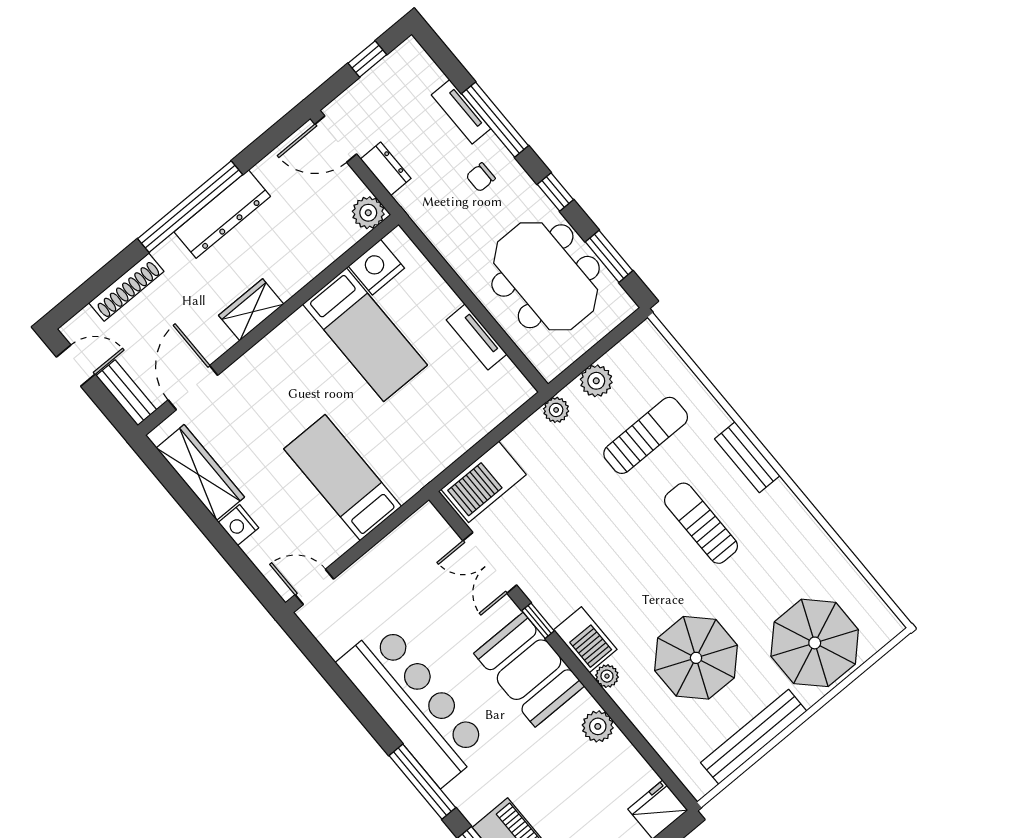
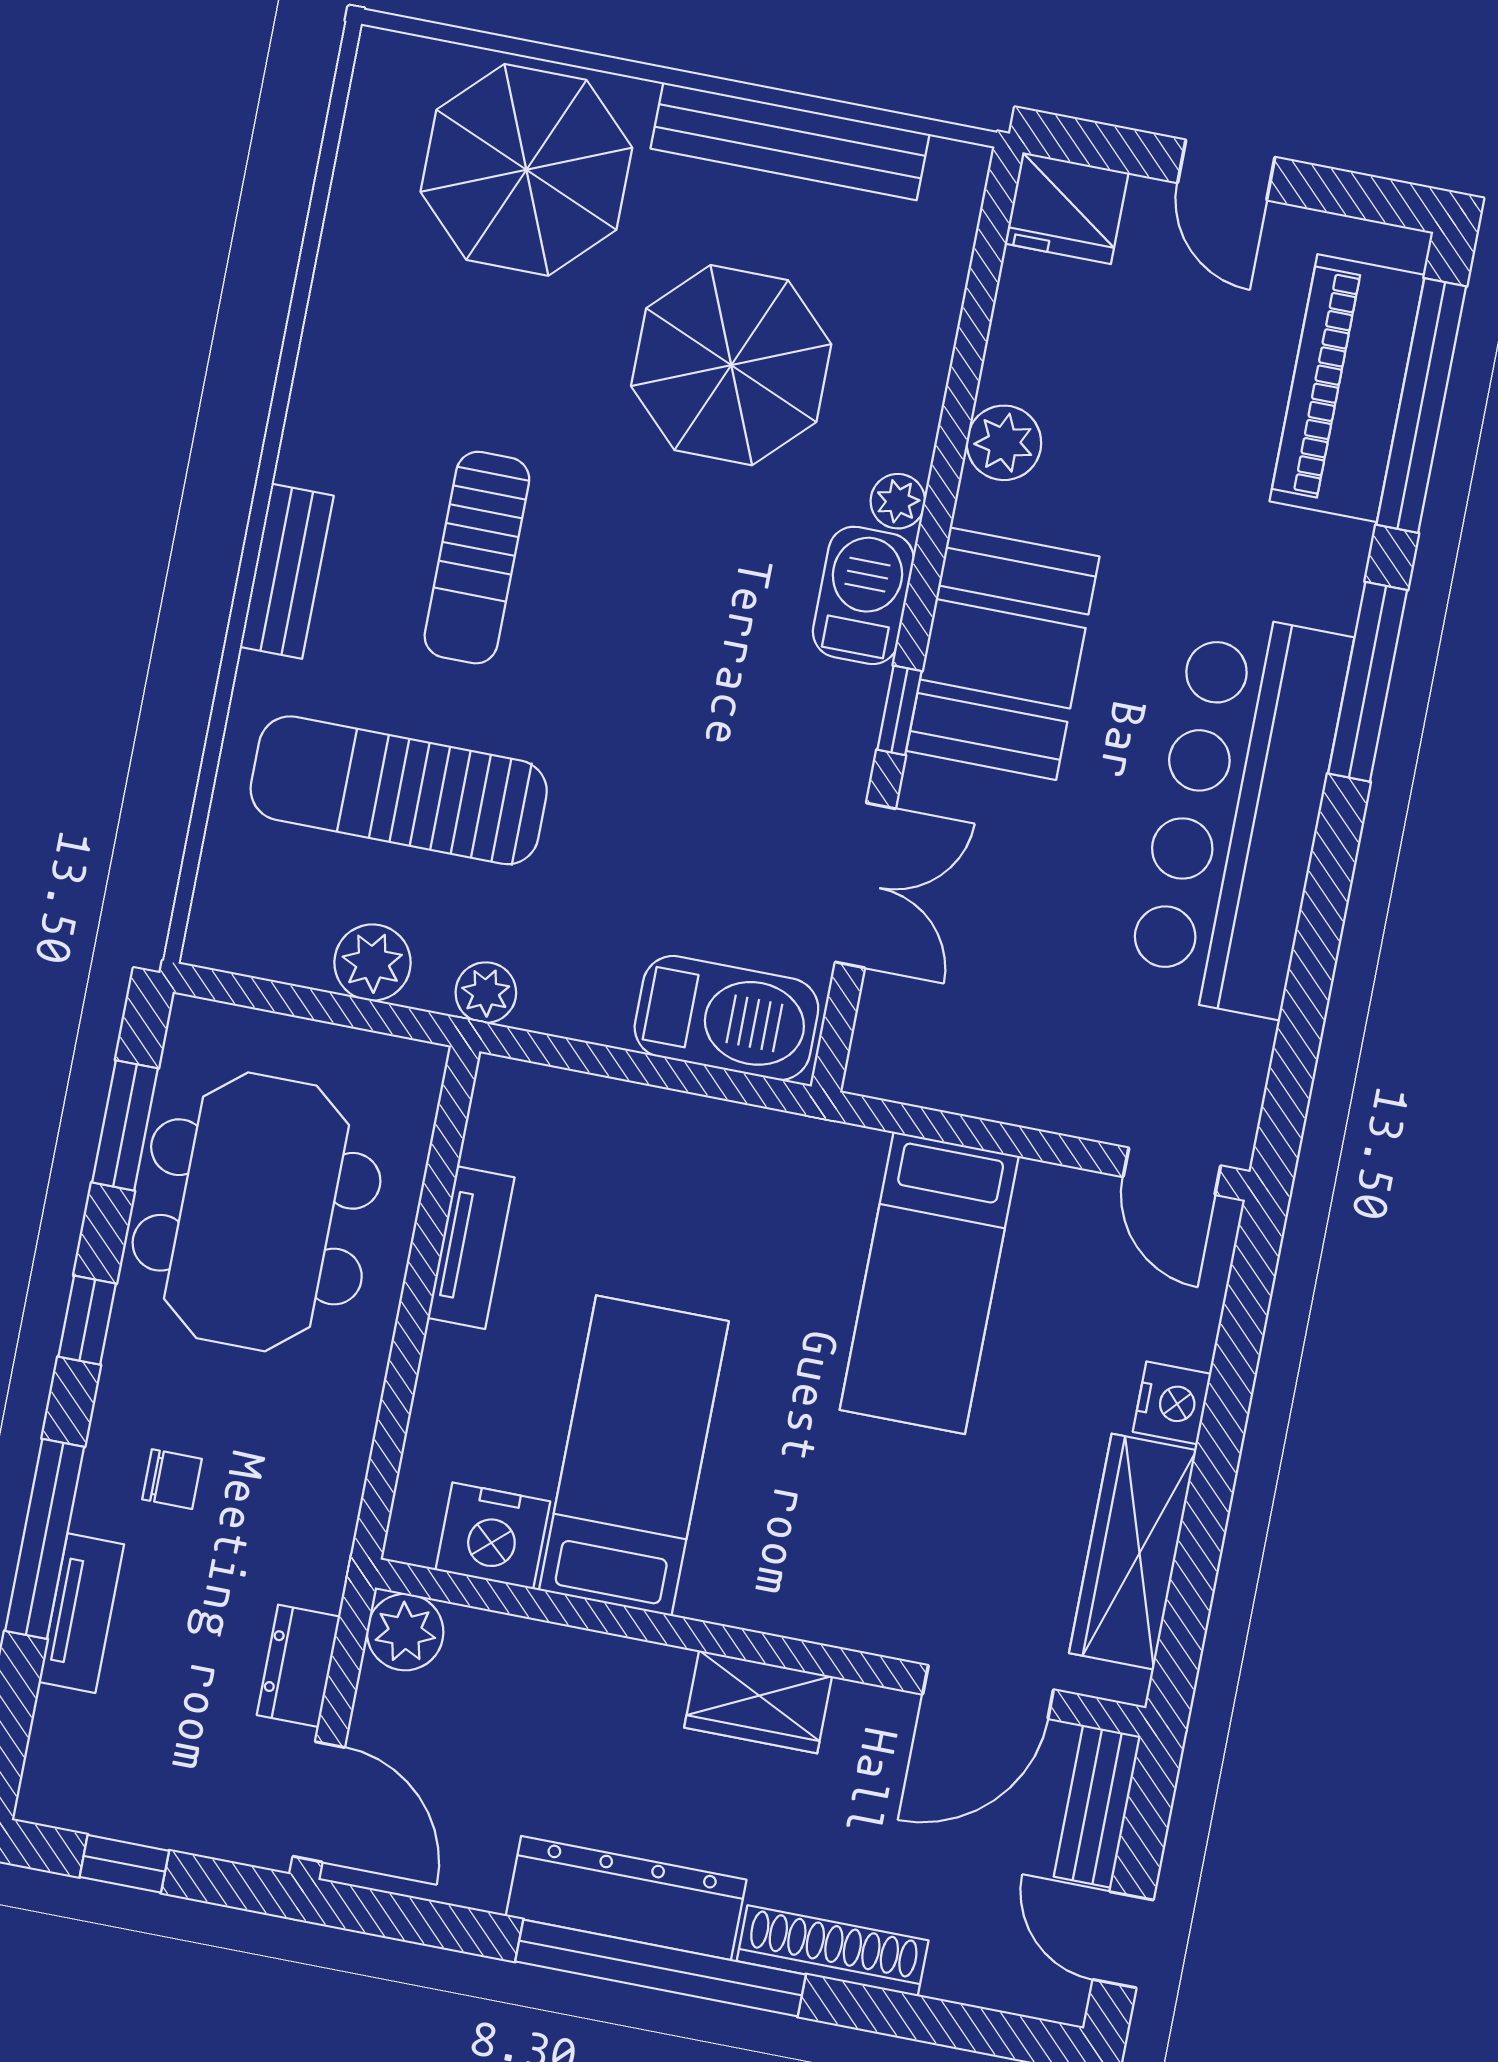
shoe rack: (126, 287) -> (833, 1951), moved
sun lounger: (646, 435) -> (399, 790), width x1.36, depth x1.34

